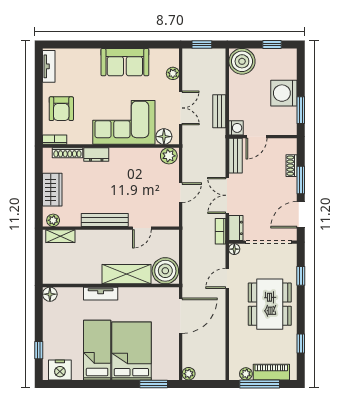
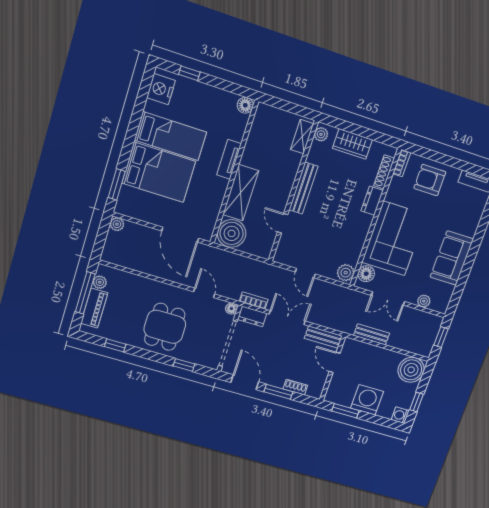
washing machine: (236, 128) -> (400, 415), moved, turned 90
dining table: (270, 304) -> (165, 327), width x0.73

